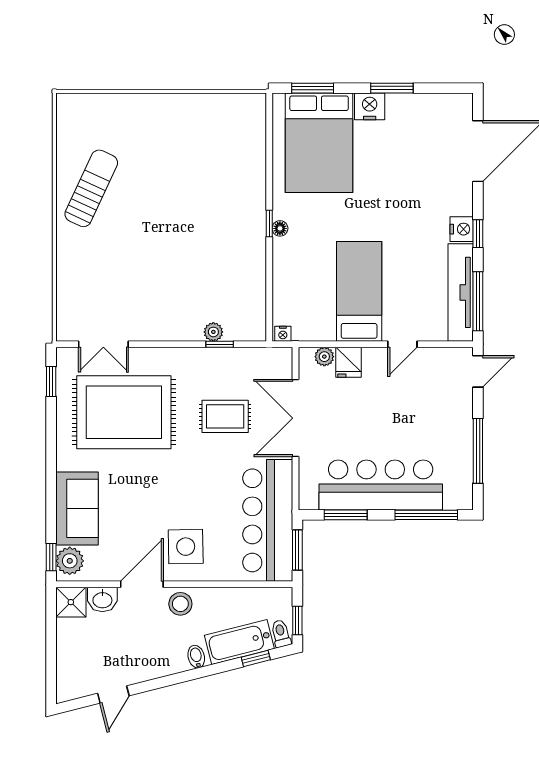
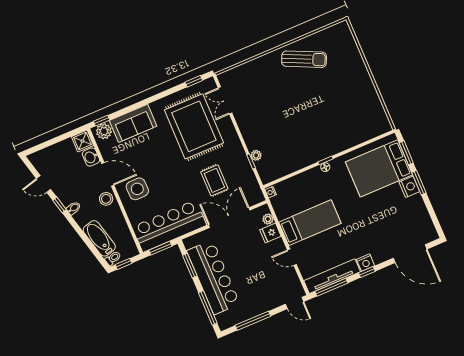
window: (392, 88) -> (419, 183), moved
bidet: (196, 657) -> (74, 208), moved
window: (256, 658) -> (59, 205), moved

